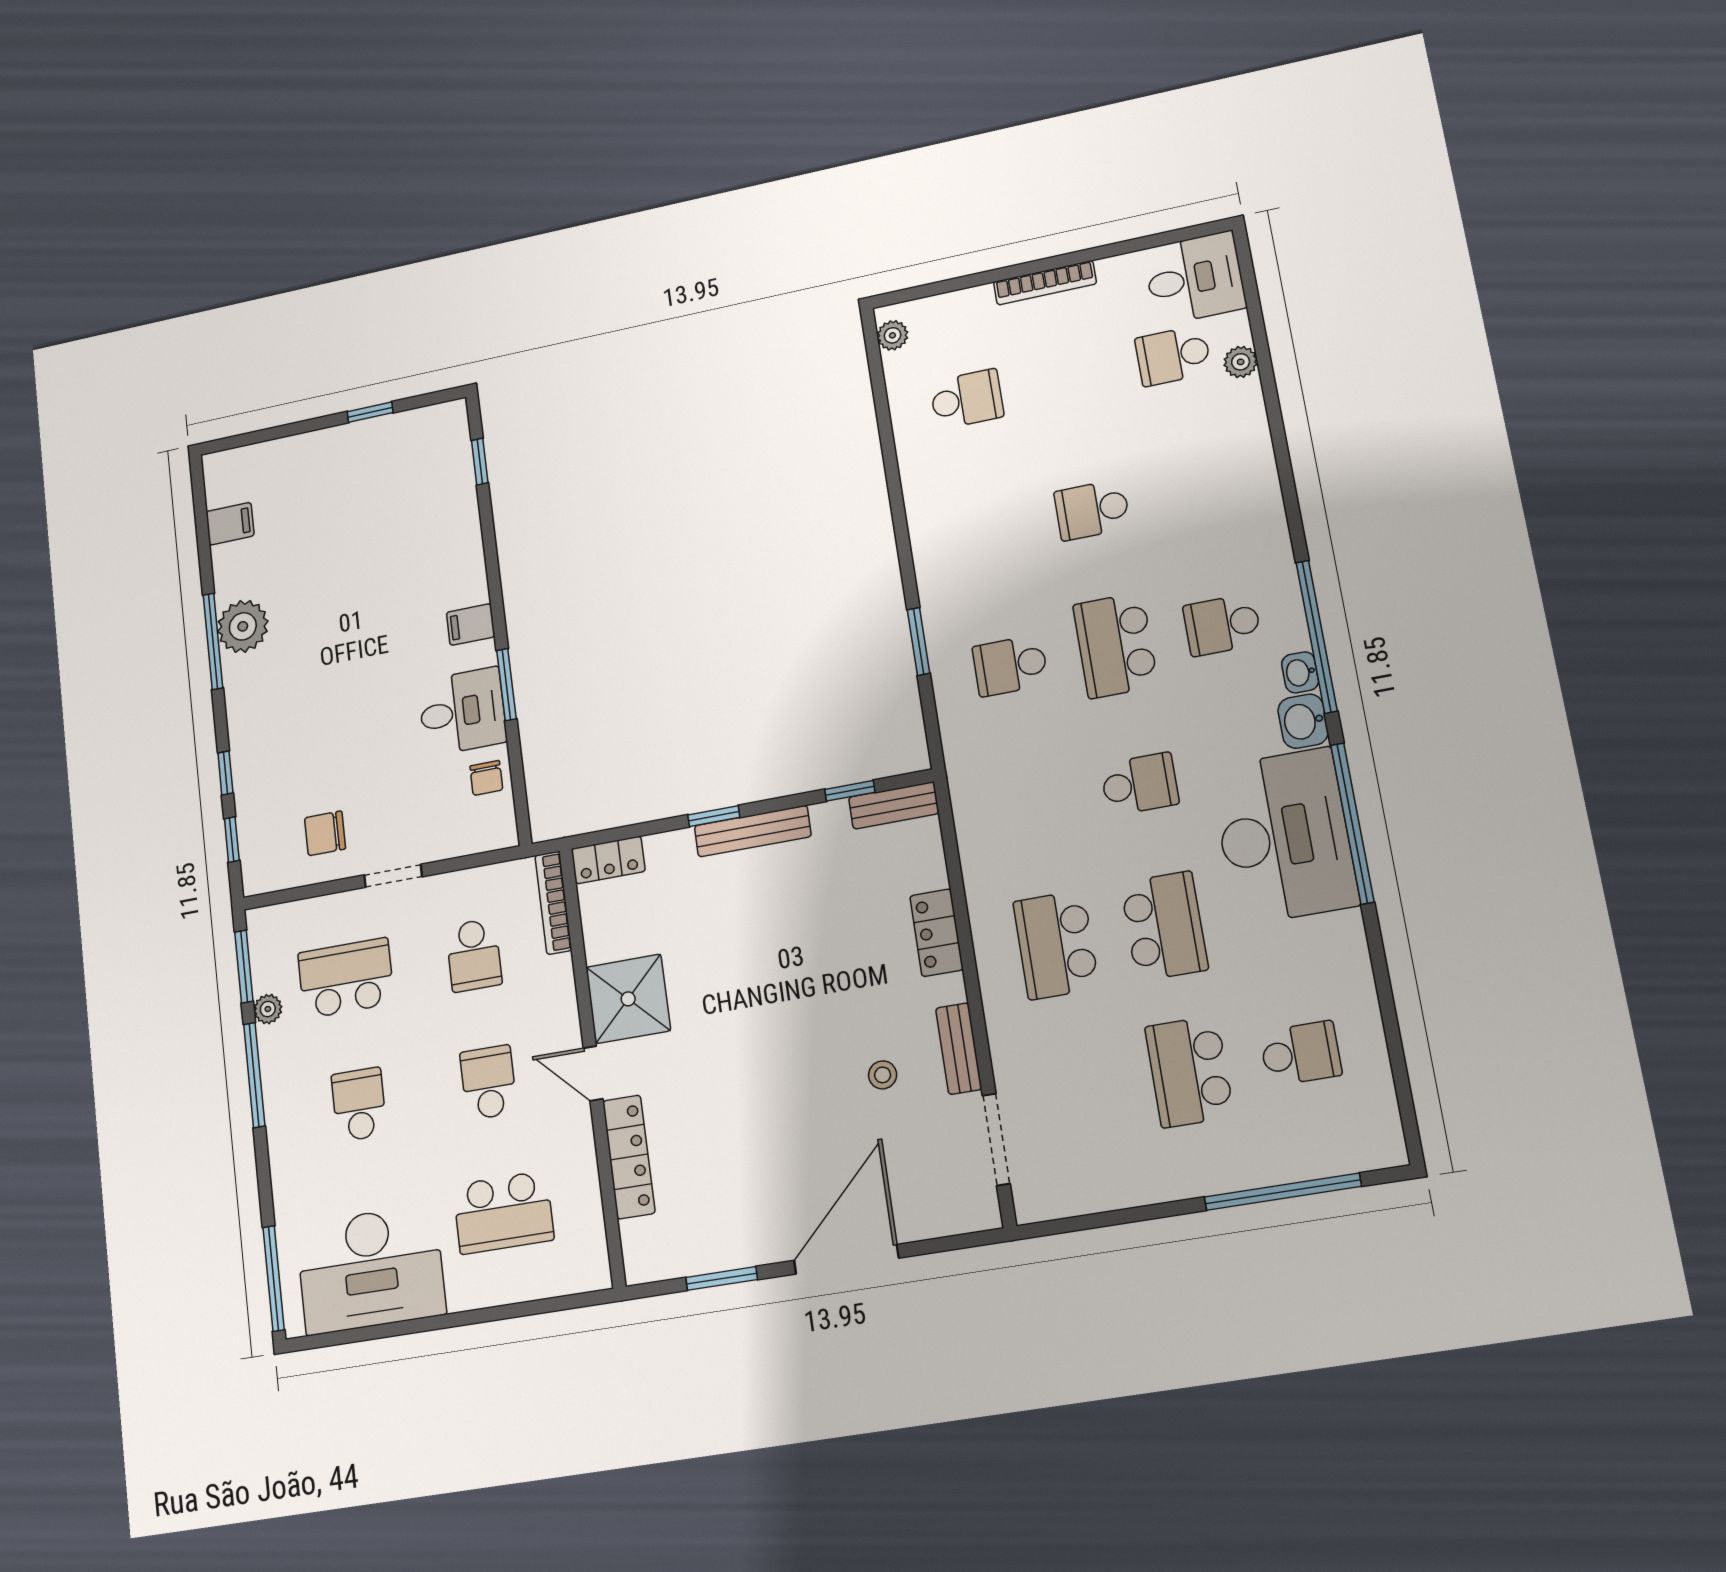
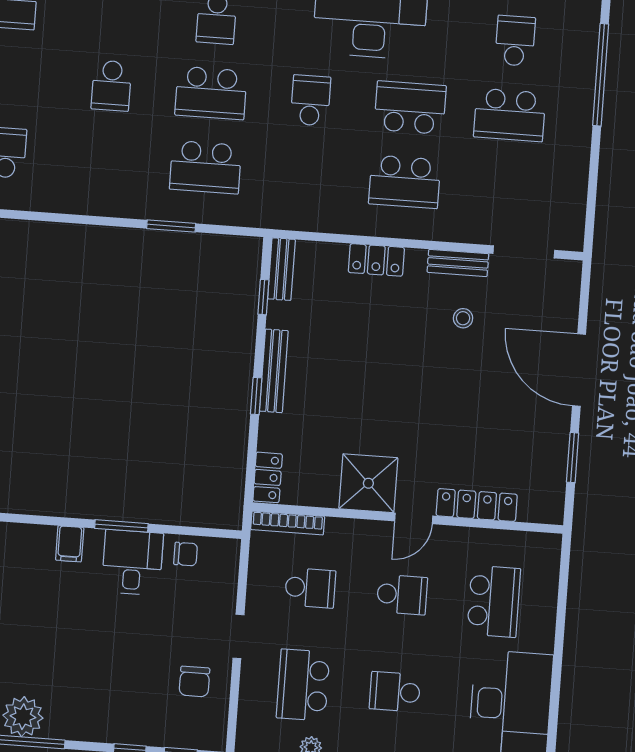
school desk: (1010, 666) -> (205, 167), width x1.85
school desk: (488, 1082) -> (402, 595), turned 180

